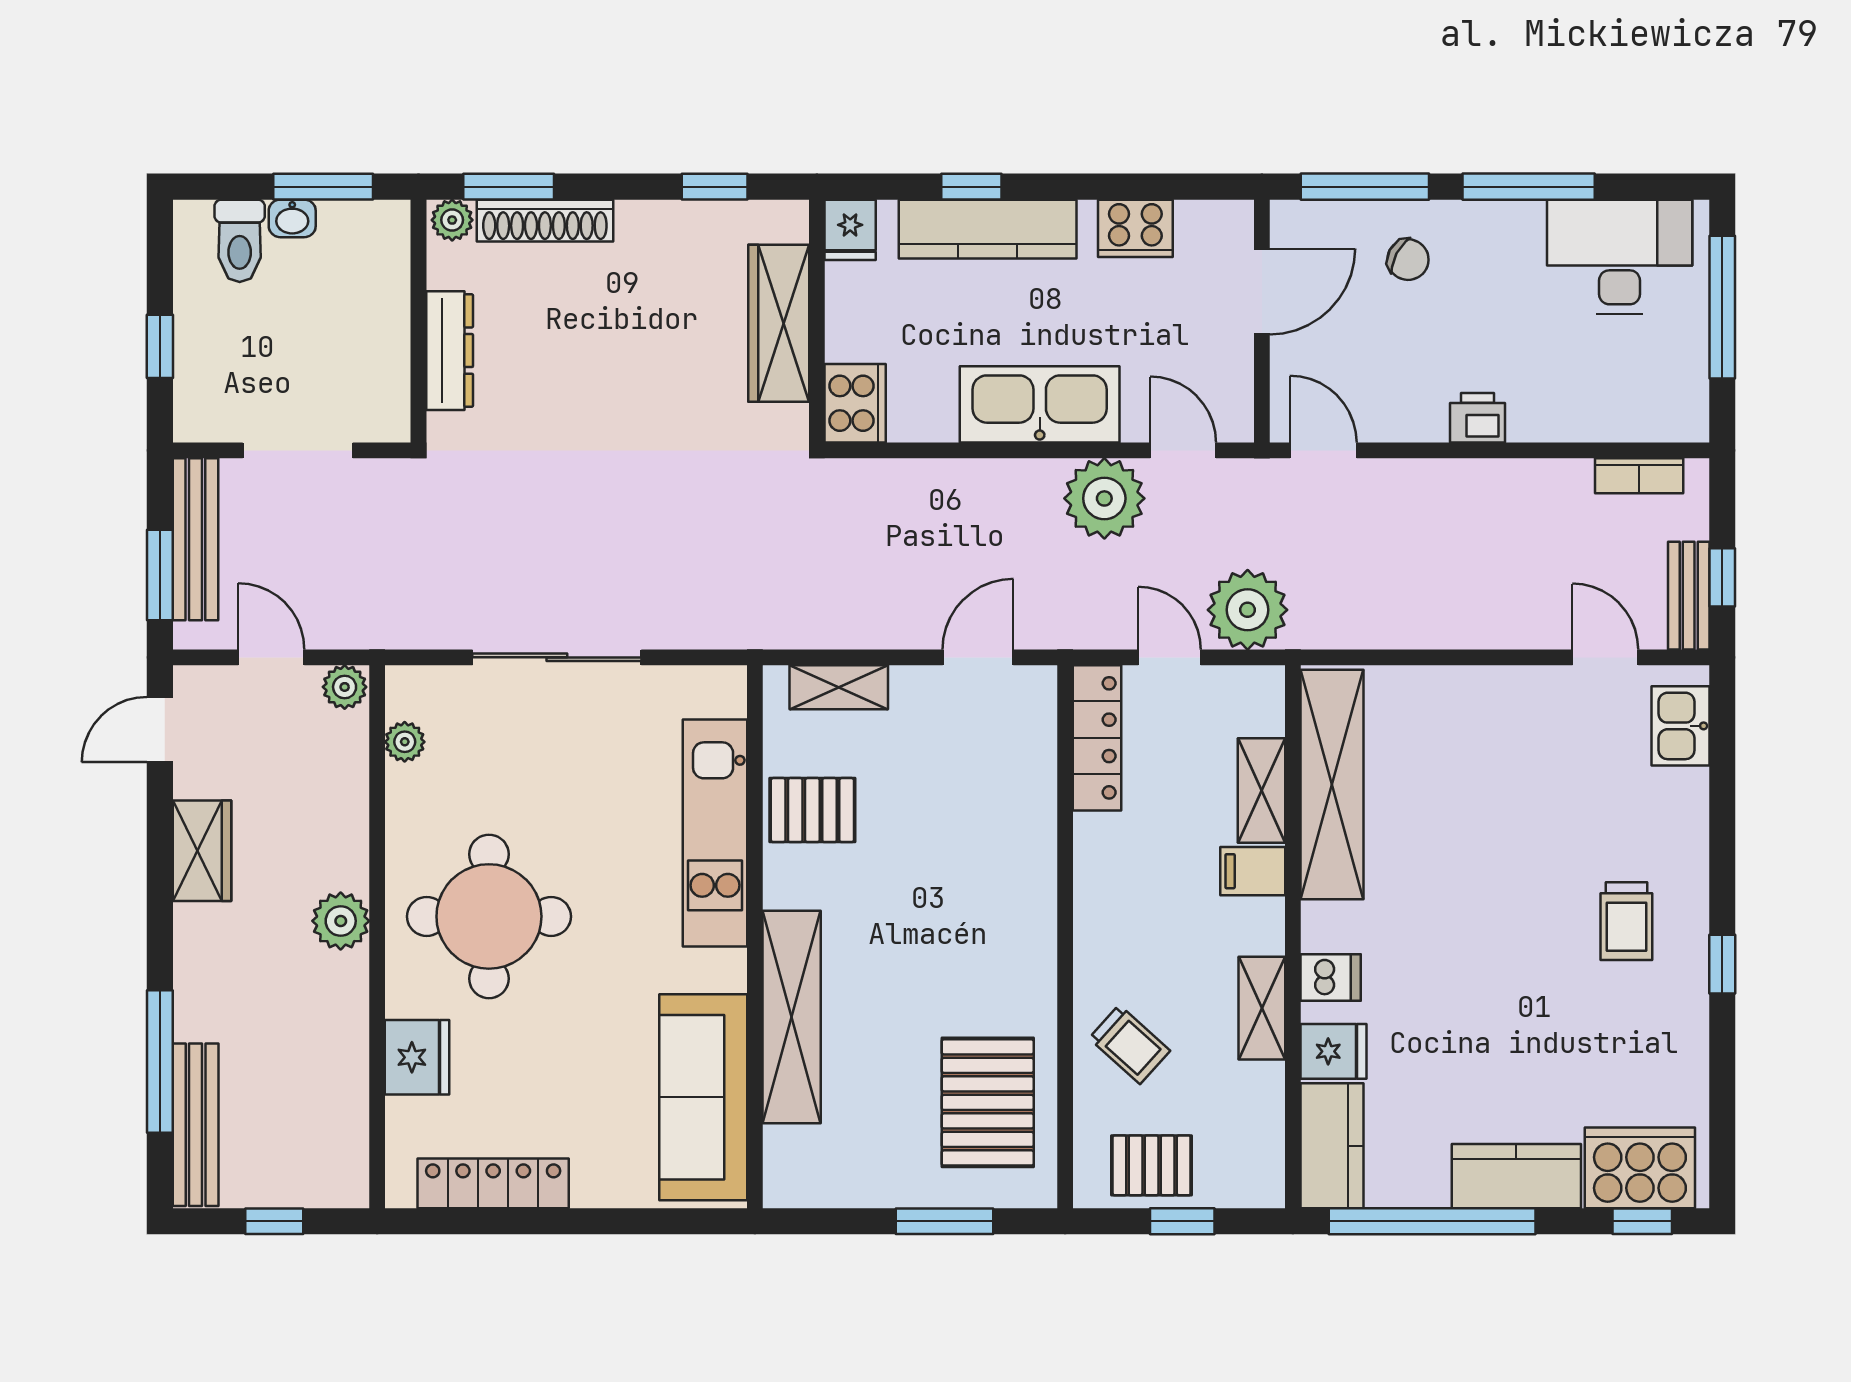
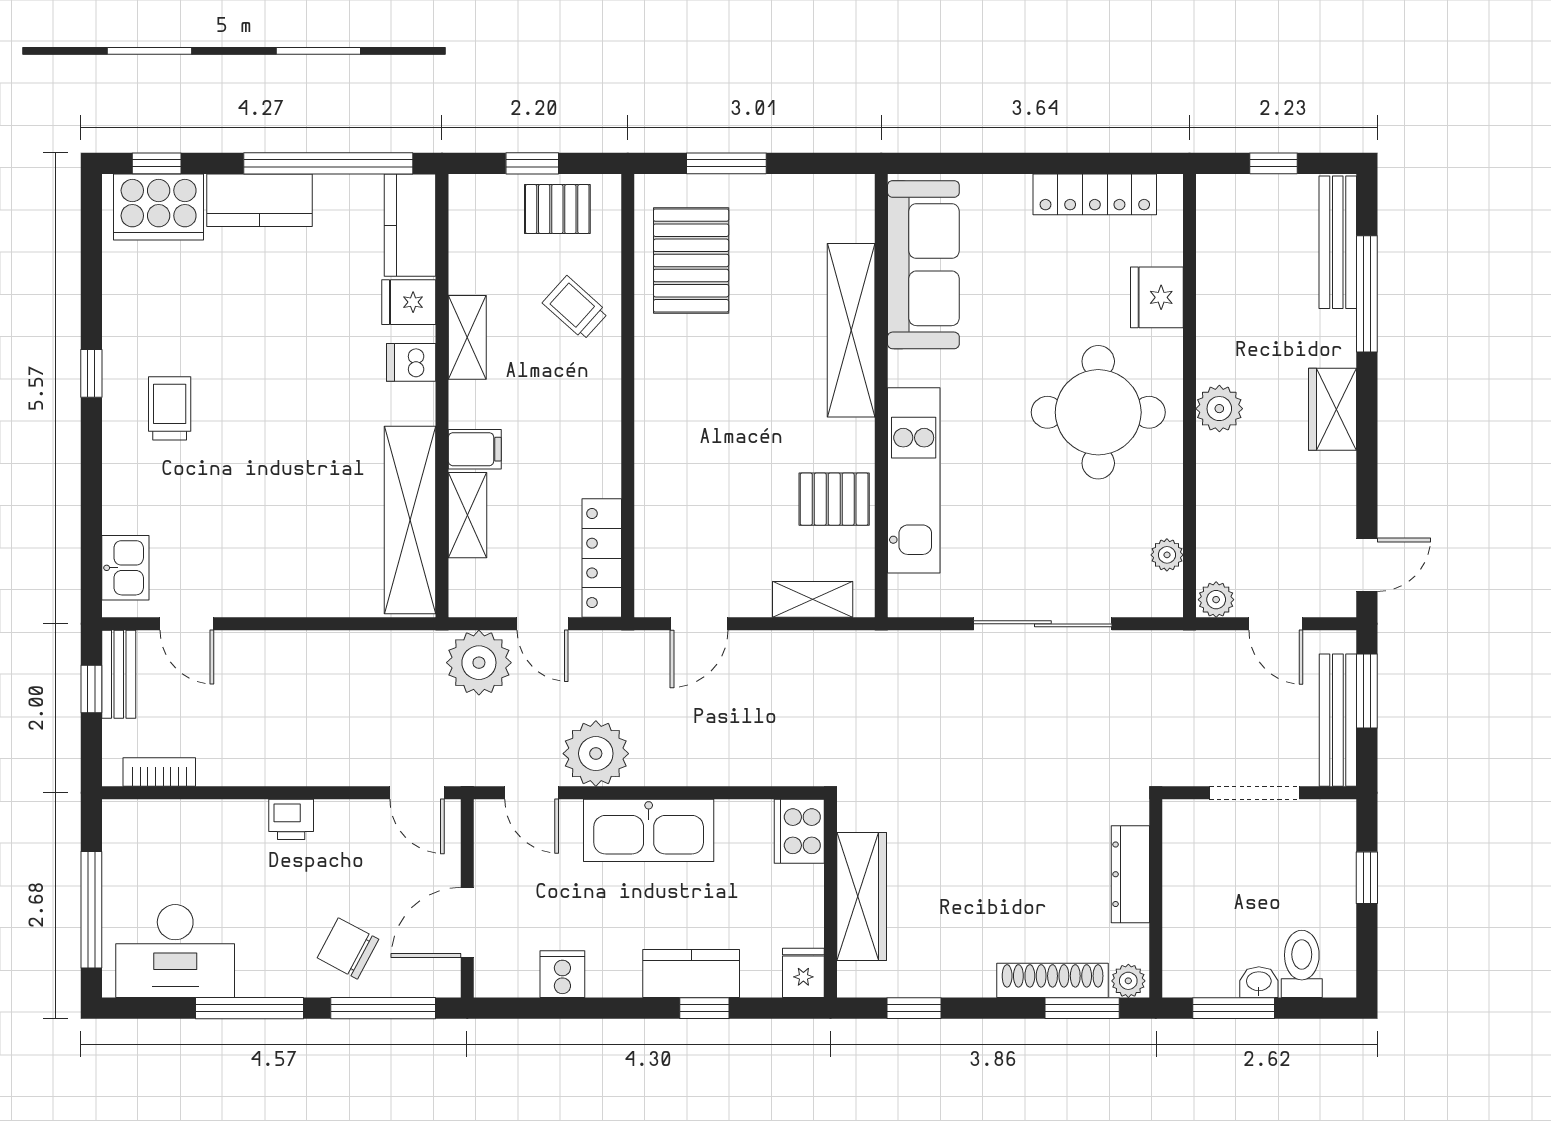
cooker: (1135, 228) -> (562, 974), width x0.73
kitchen counter: (988, 229) -> (691, 973), width x0.67
chair: (1408, 260) -> (348, 949), width x1.37, depth x1.37
wardrobe: (202, 851) -> (1332, 409), moved

